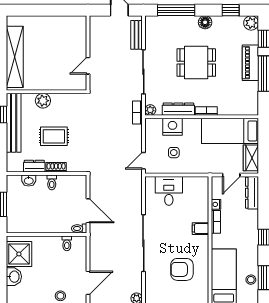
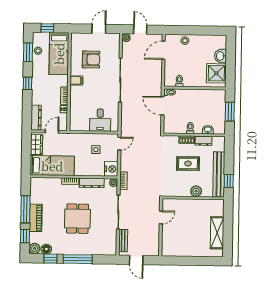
window: (176, 10) -> (78, 259), moved
floor lamp: (205, 22) -> (46, 249), moved
shelving: (15, 57) -> (217, 233), width x0.68
dining table: (196, 63) -> (77, 219), turned 90
nightstand: (172, 127) -> (111, 169), moved, turned -90
filing cabinet: (200, 229) -> (76, 80), moved

